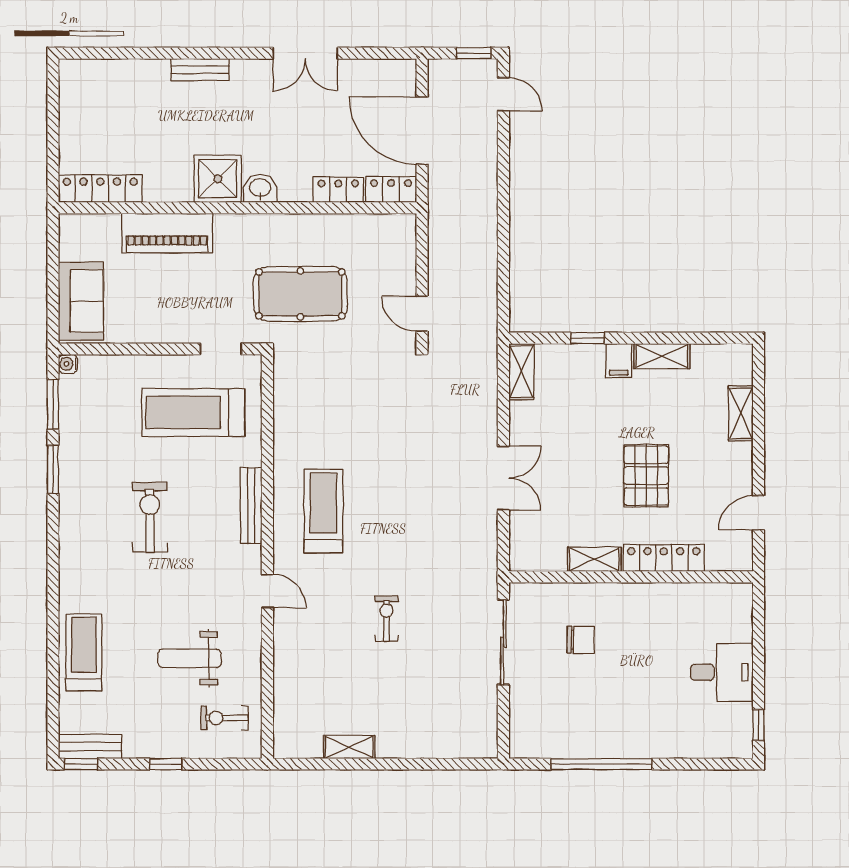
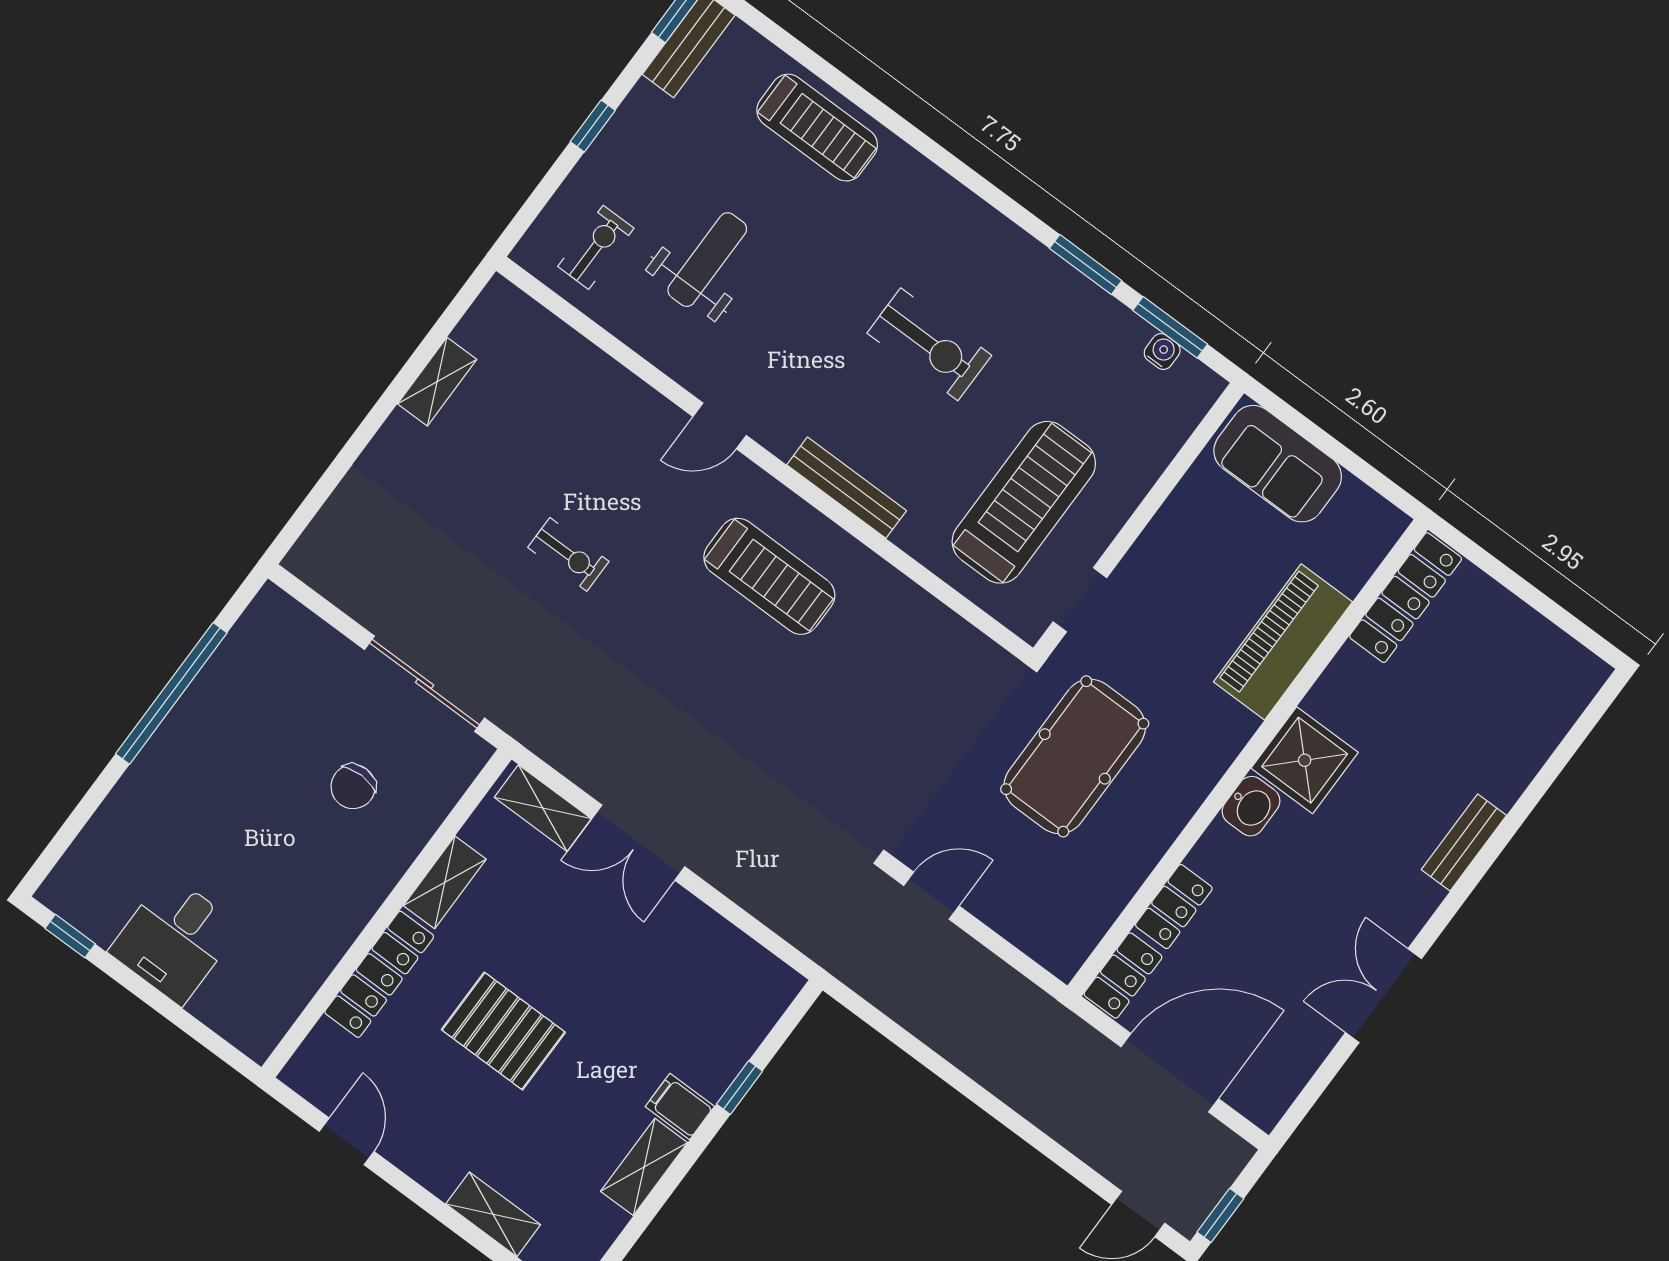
water cooler: (68, 364) -> (1162, 352), moved
shelving: (521, 372) -> (543, 808), moved

